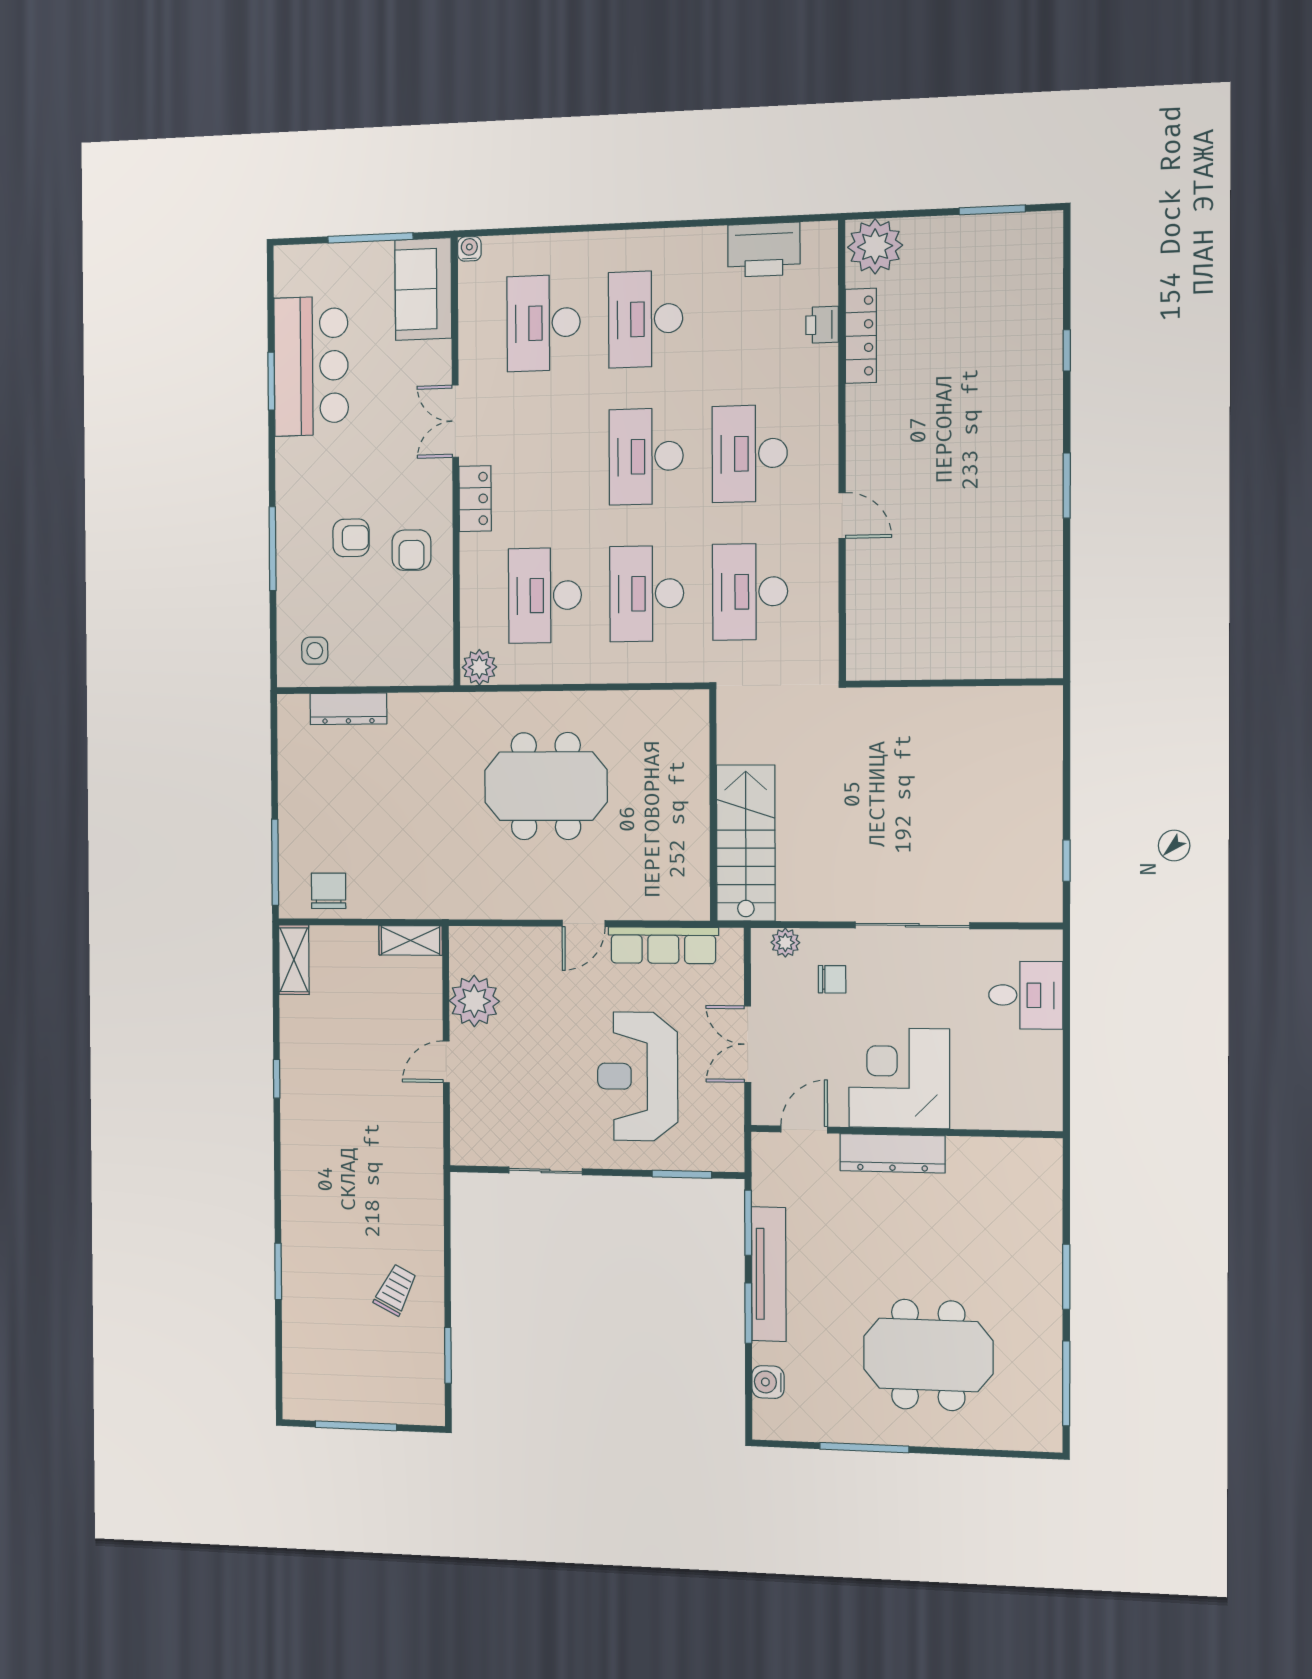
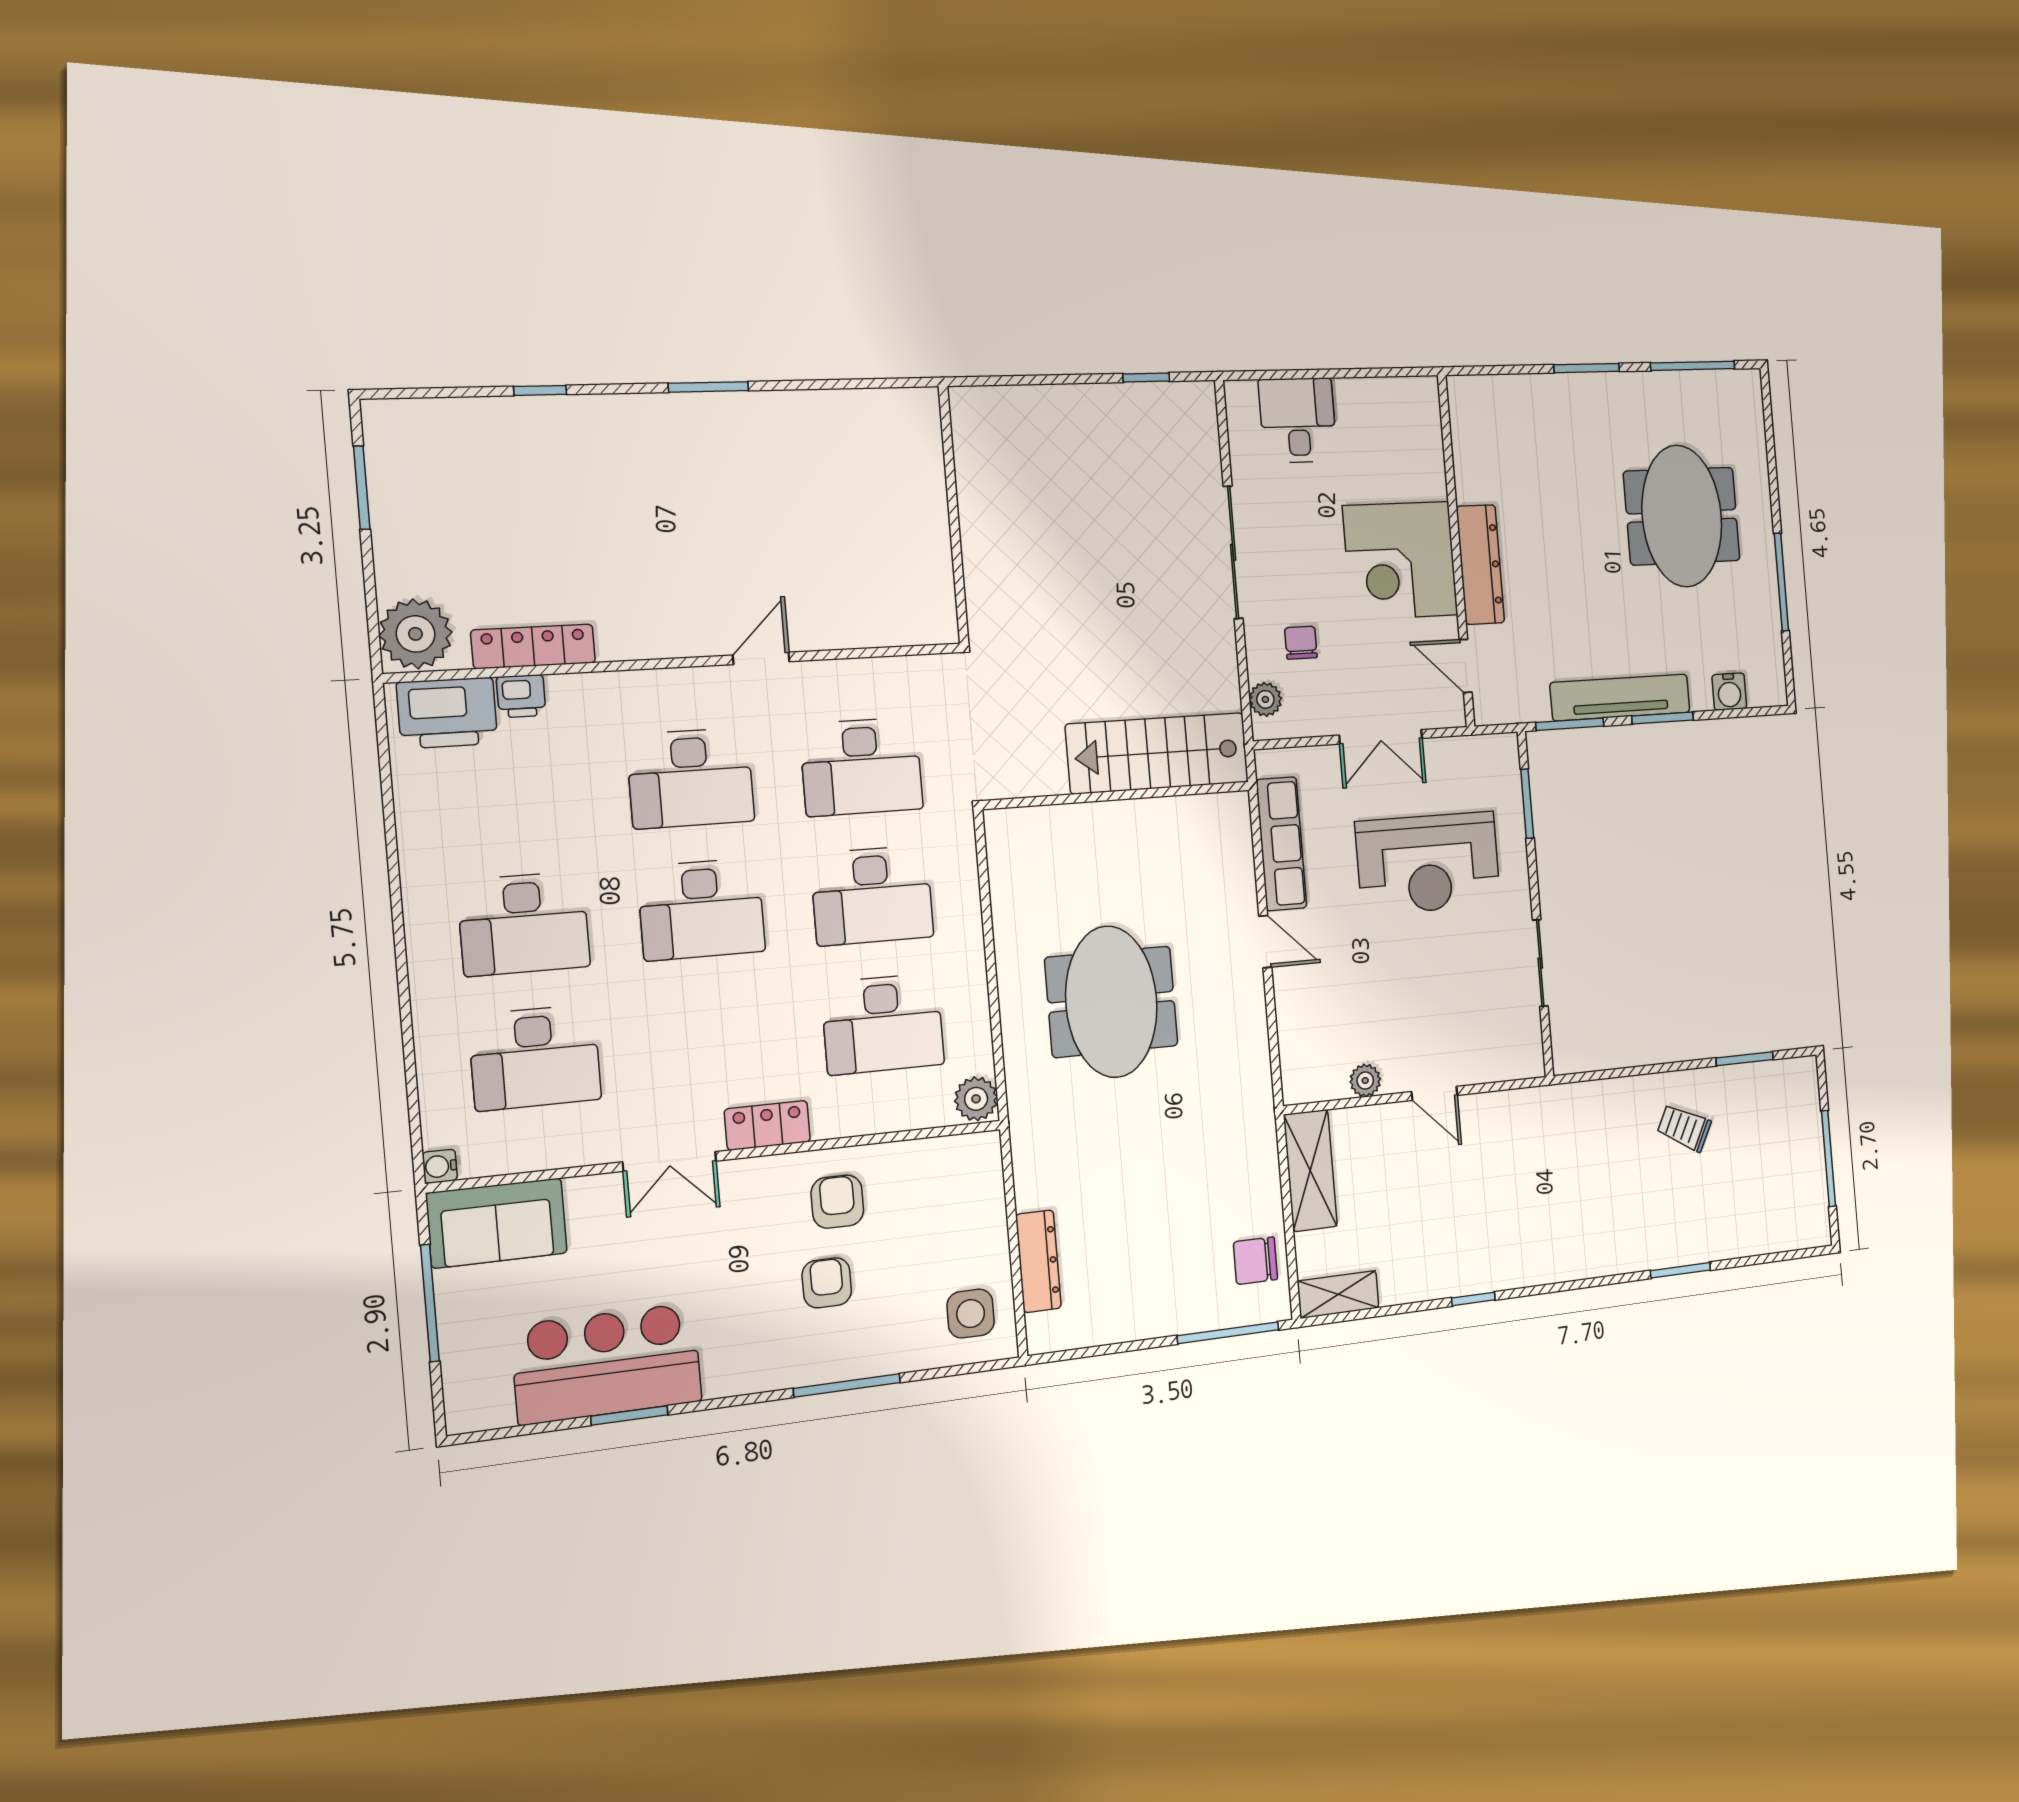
printer: (764, 250) -> (447, 713), moved, turned 90
armchair: (411, 550) -> (837, 1202), turned -90
side table: (315, 651) -> (971, 1314), width x1.37, depth x1.37
shelving: (411, 940) -> (1310, 1171), width x1.50, depth x1.33
plant: (474, 1001) -> (1365, 1081), width x0.53, depth x0.53

